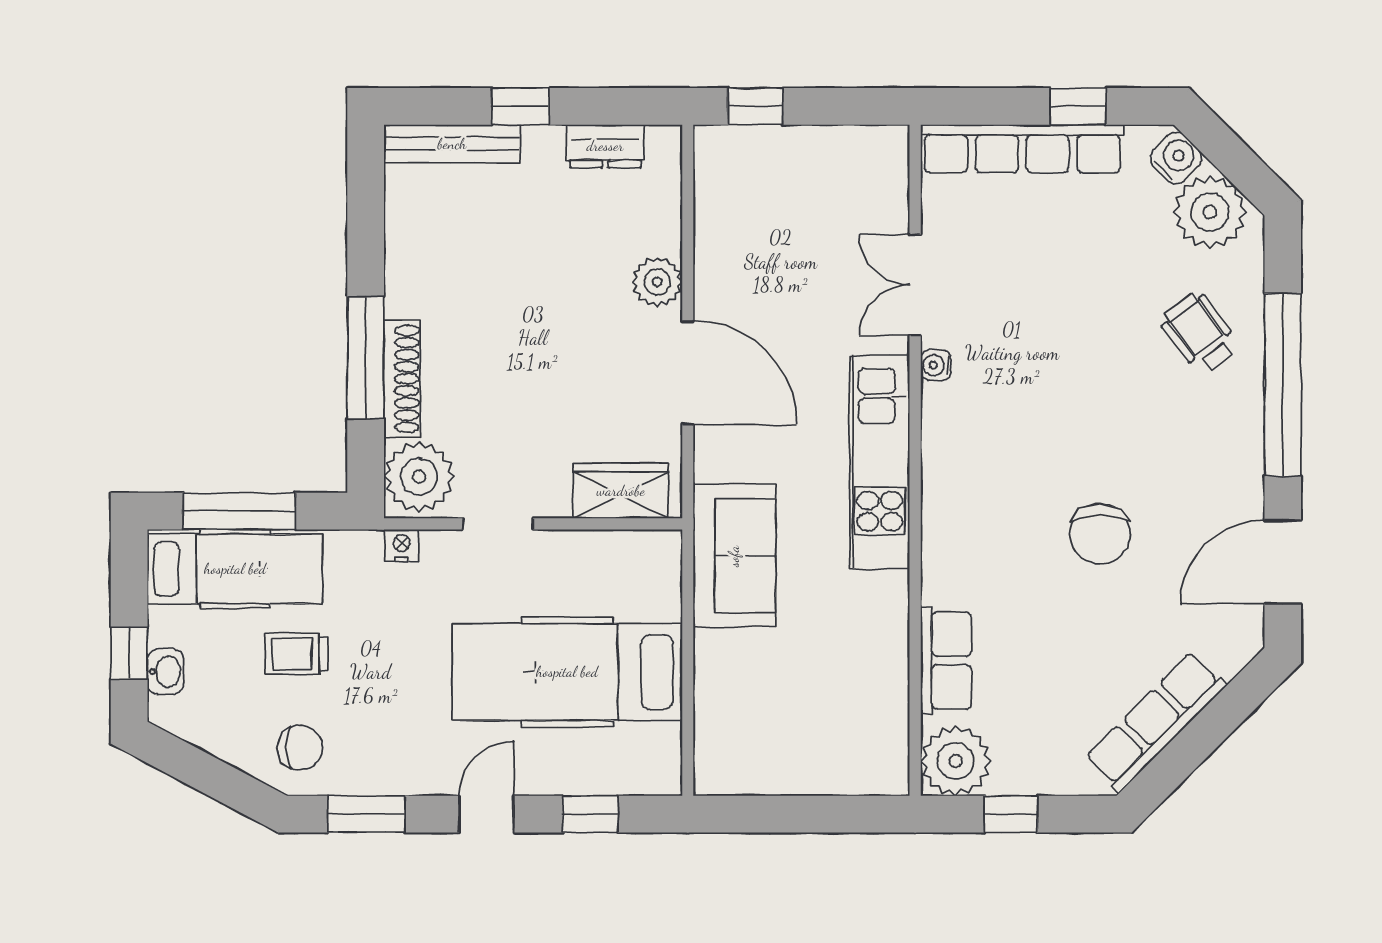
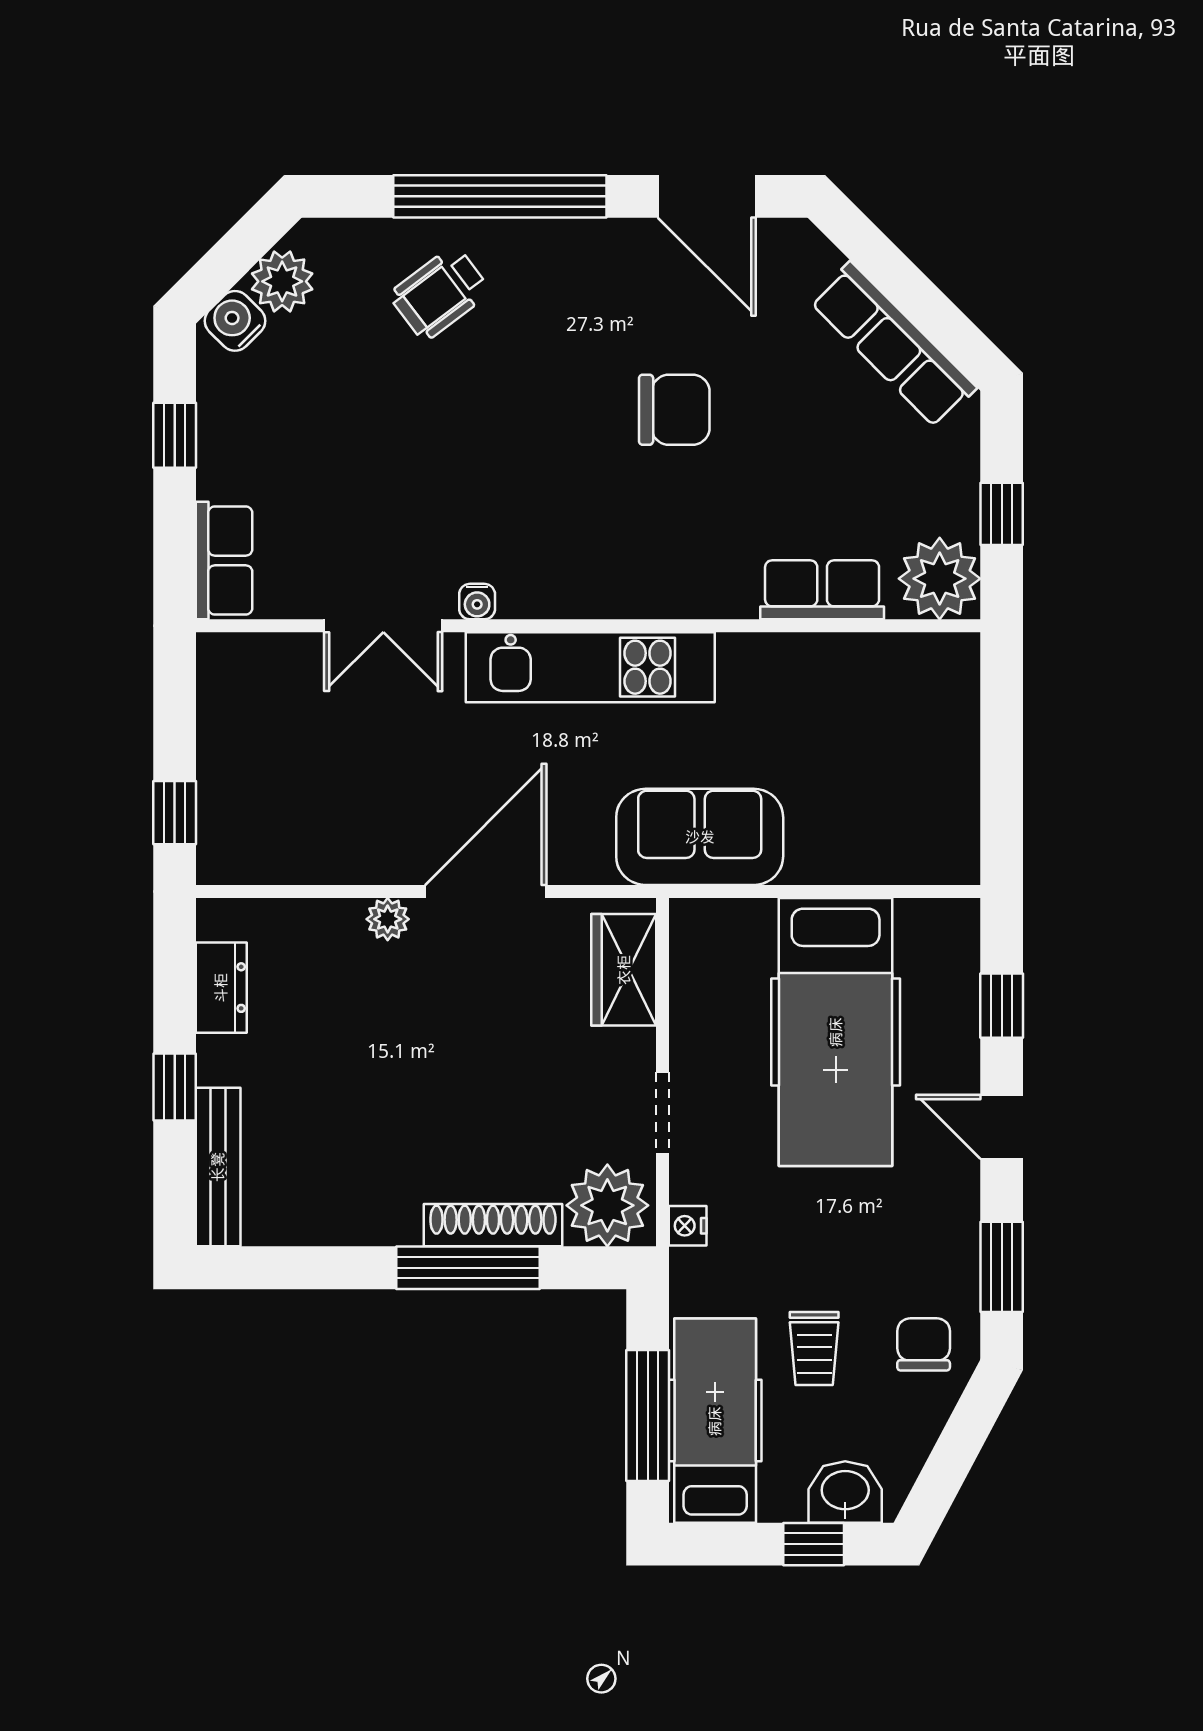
row of seats: (1022, 149) -> (224, 560), width x0.50
plant: (1210, 212) -> (282, 281), width x0.73, depth x0.73
plant: (657, 282) -> (388, 919), width x0.73, depth x0.73
washbasin: (166, 672) -> (845, 1492), width x1.38, depth x1.45

